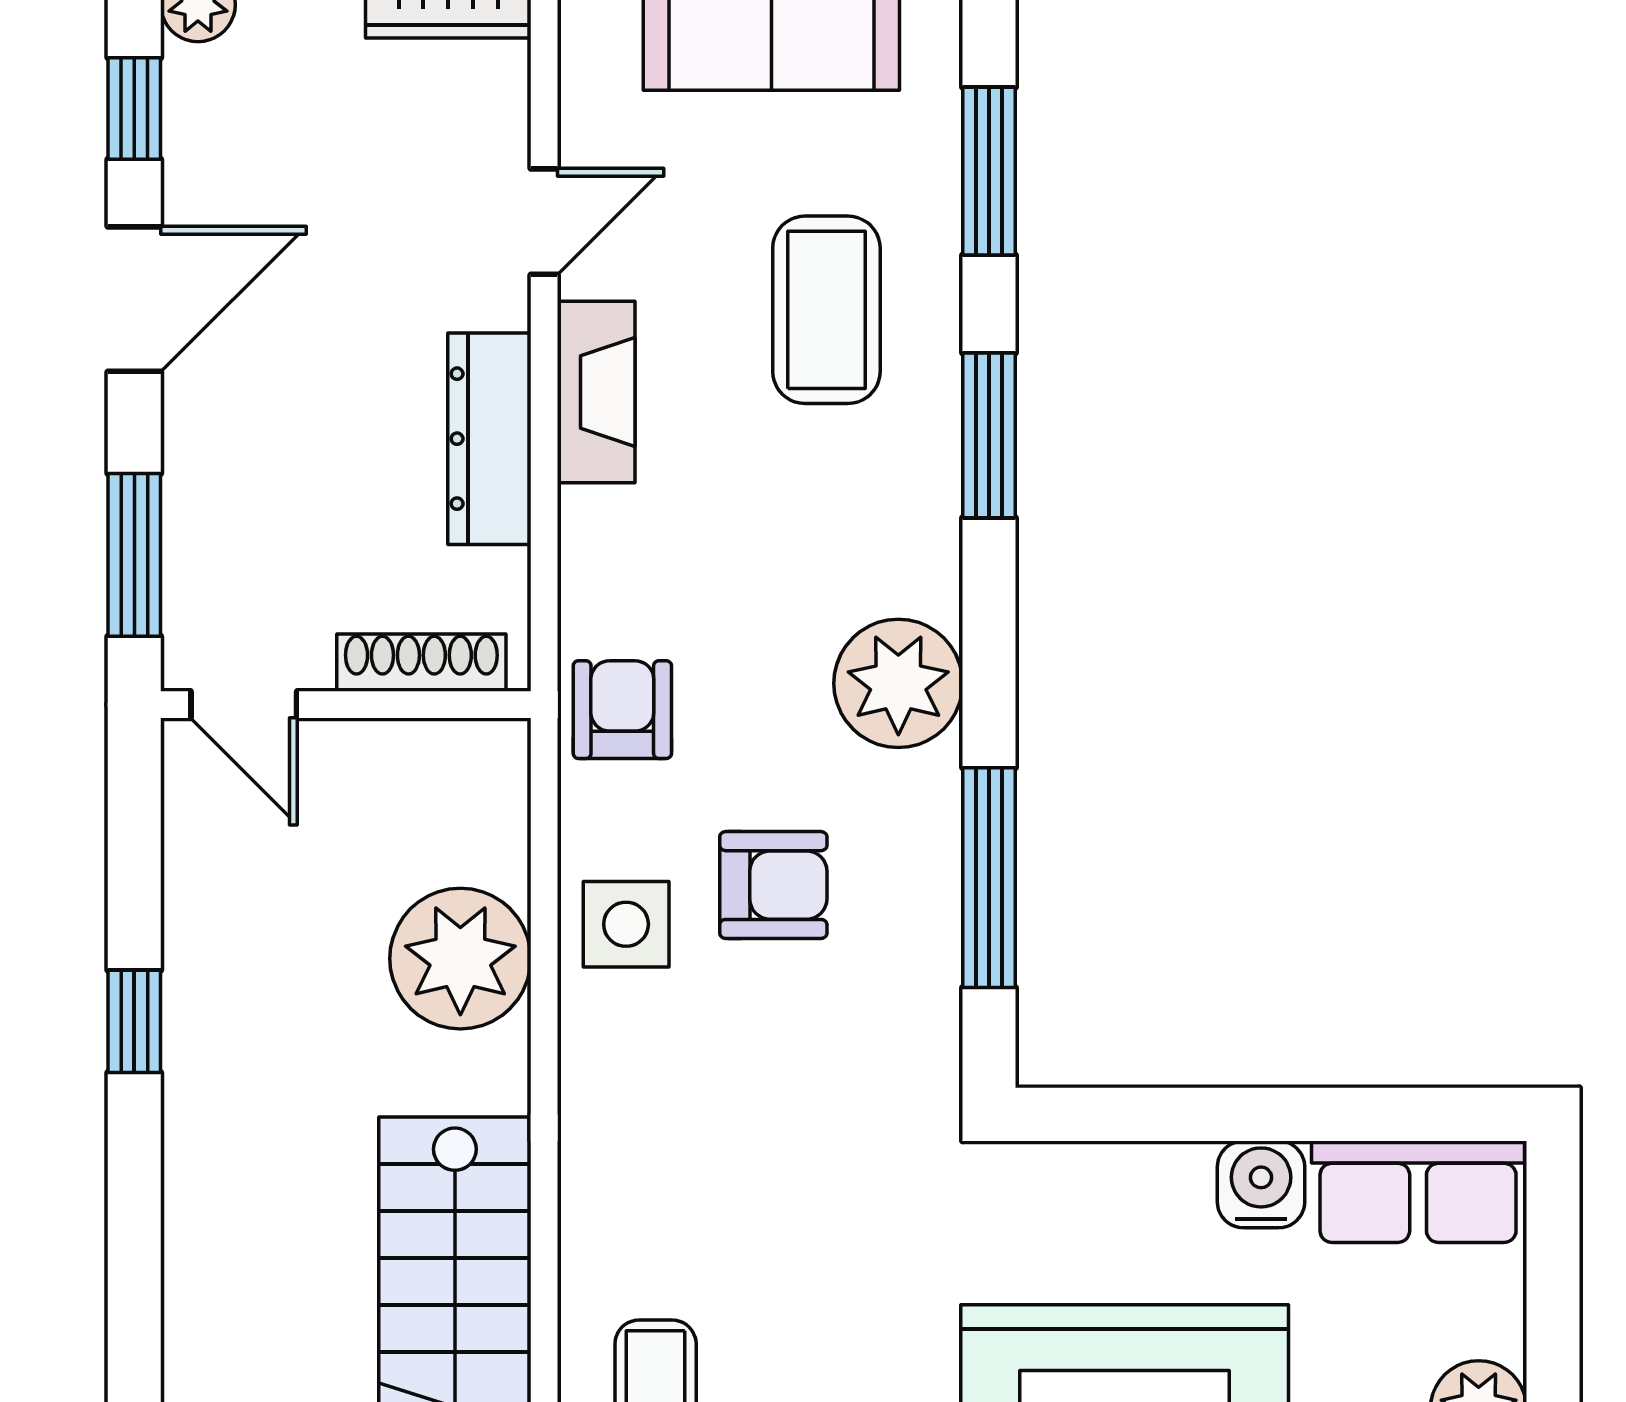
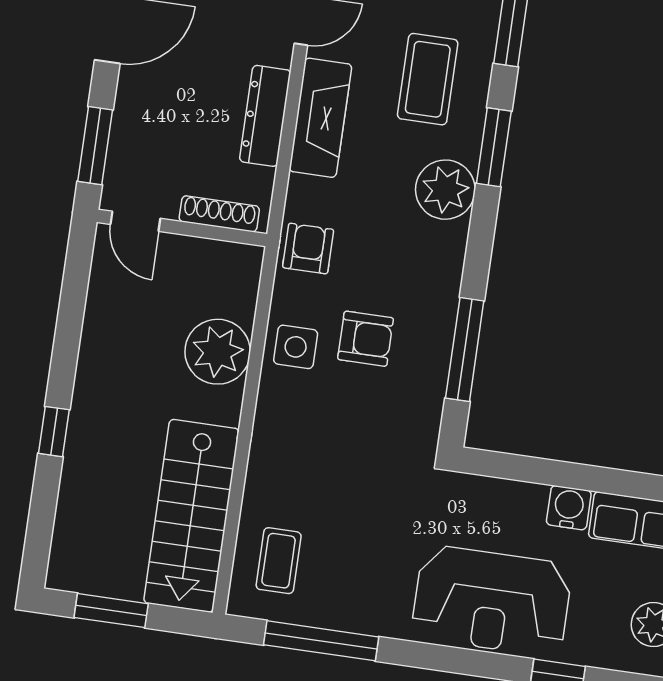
fireplace: (596, 392) -> (320, 118), width x1.37, depth x1.32
plant: (898, 683) -> (445, 190), moved
window: (134, 1021) -> (54, 432), moved

